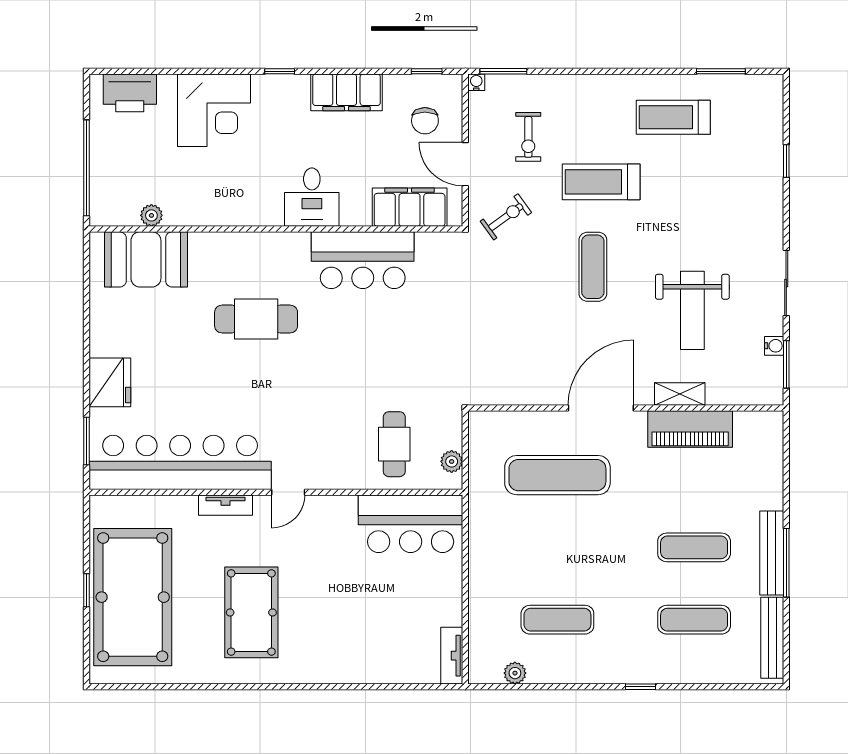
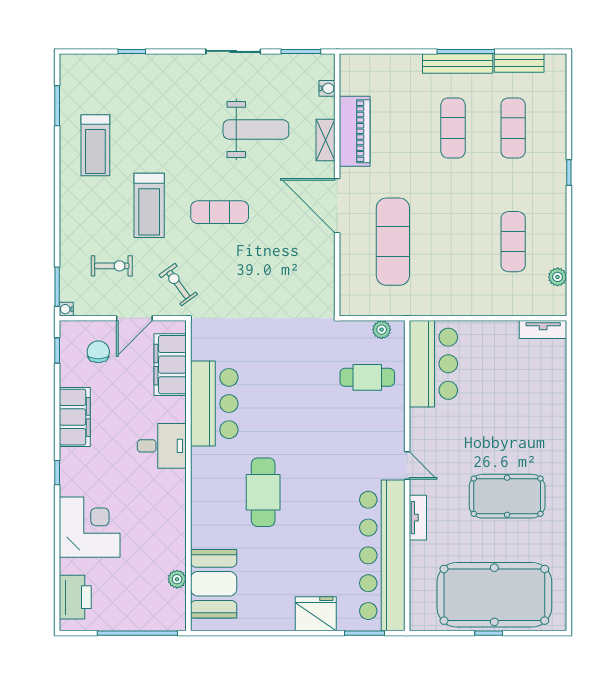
chair: (425, 121) -> (98, 352), turned -90
water cooler: (774, 346) -> (327, 88), moved, turned 90
bench: (772, 638) -> (519, 63), width x0.73

